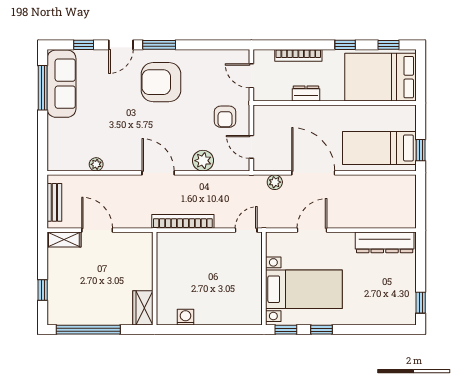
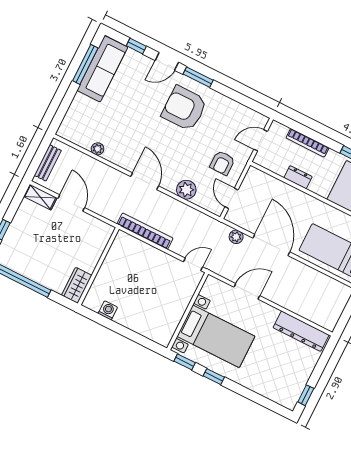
door: (251, 76) -> (261, 140), hinge flipped

